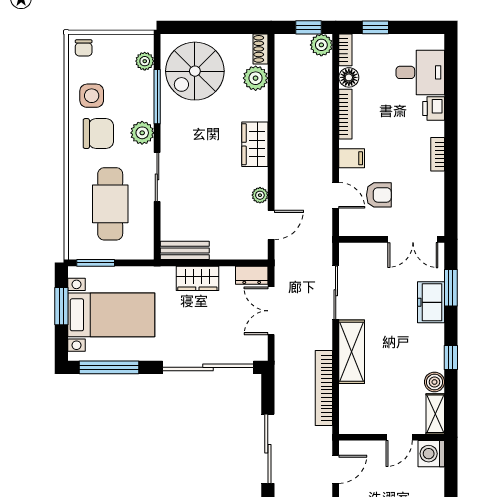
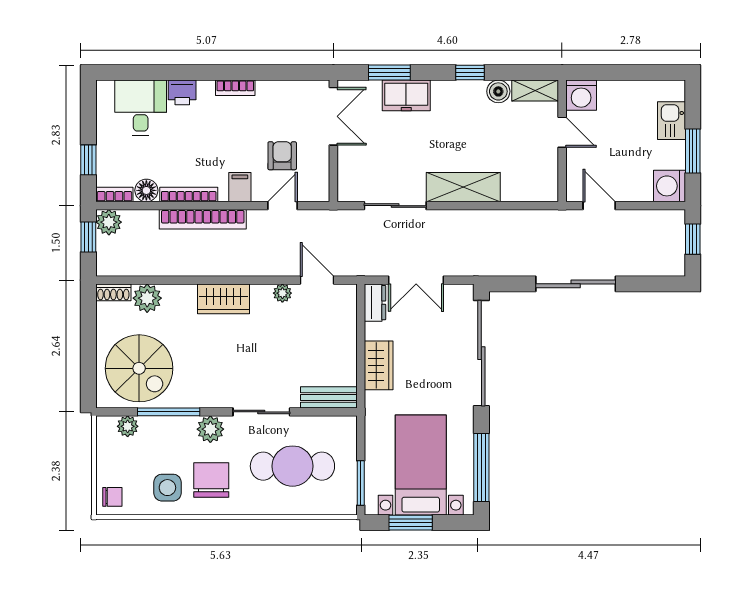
bench: (185, 250) -> (329, 397), moved, turned 90
bookcase: (324, 388) -> (203, 219), moved

